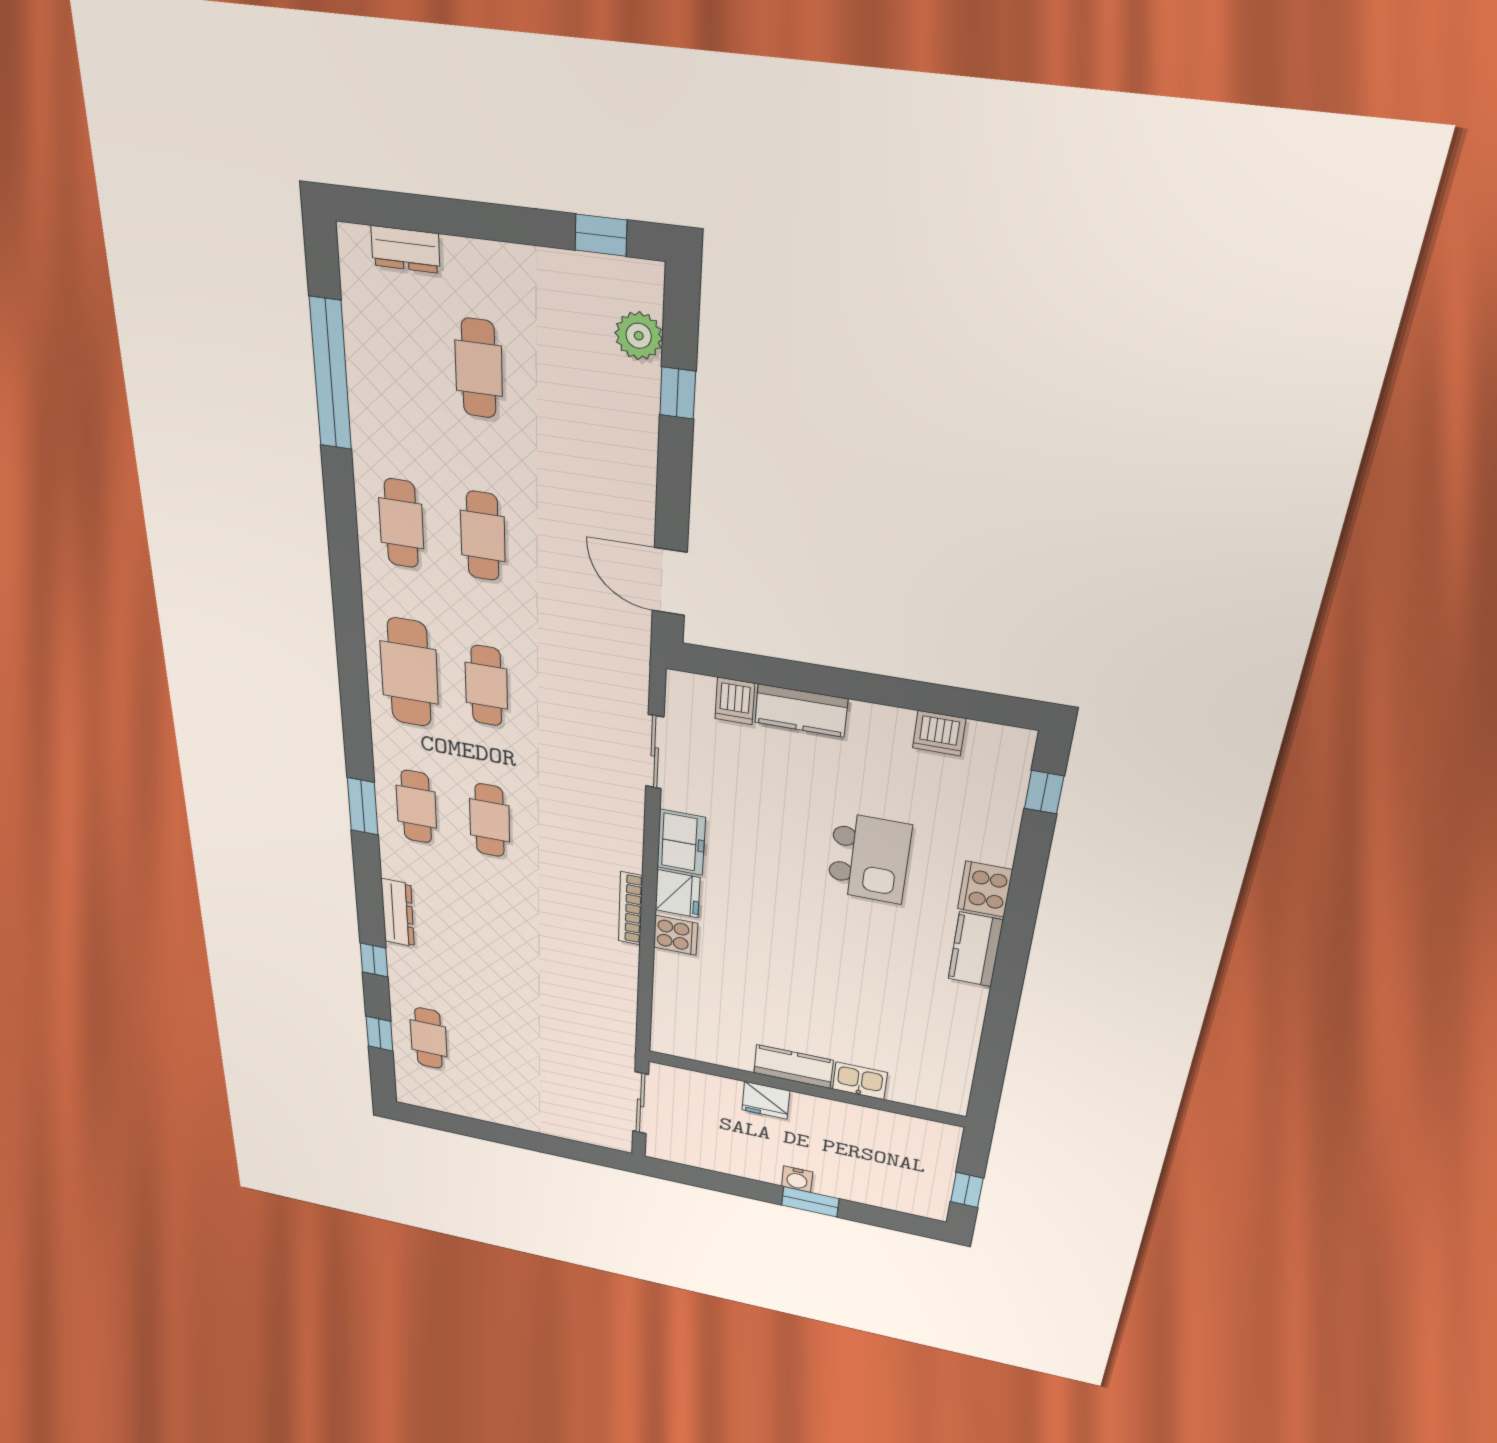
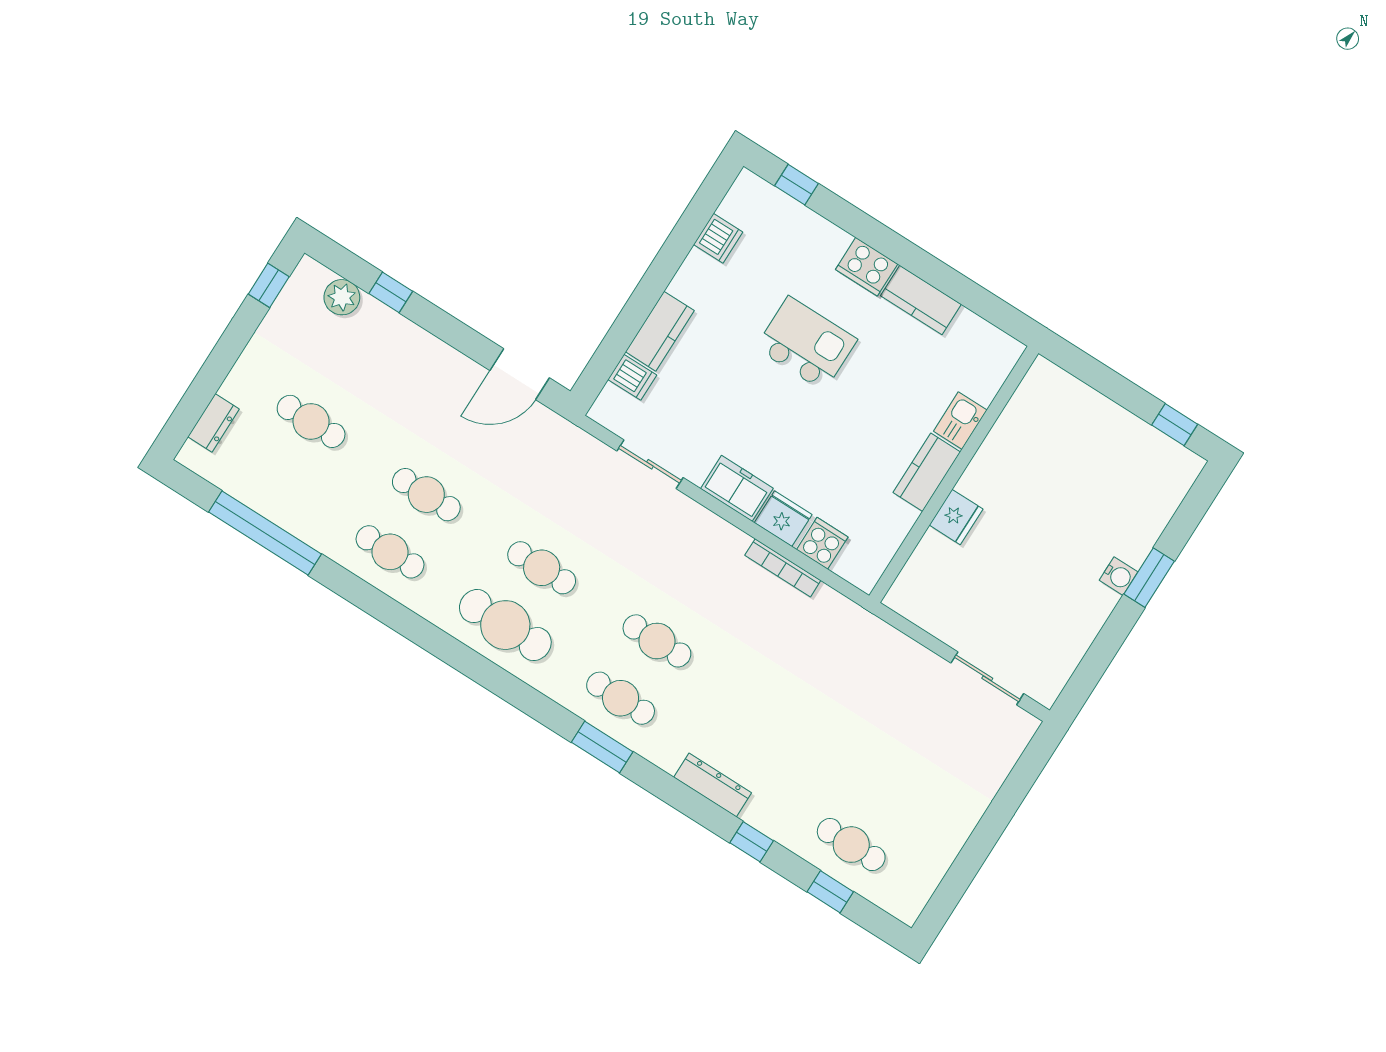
kitchen counter: (793, 1067) -> (927, 472), moved
kitchen sink: (860, 1081) -> (960, 421), moved
wall: (805, 1089) -> (954, 474), moved
fridge: (766, 1100) -> (956, 517), moved

